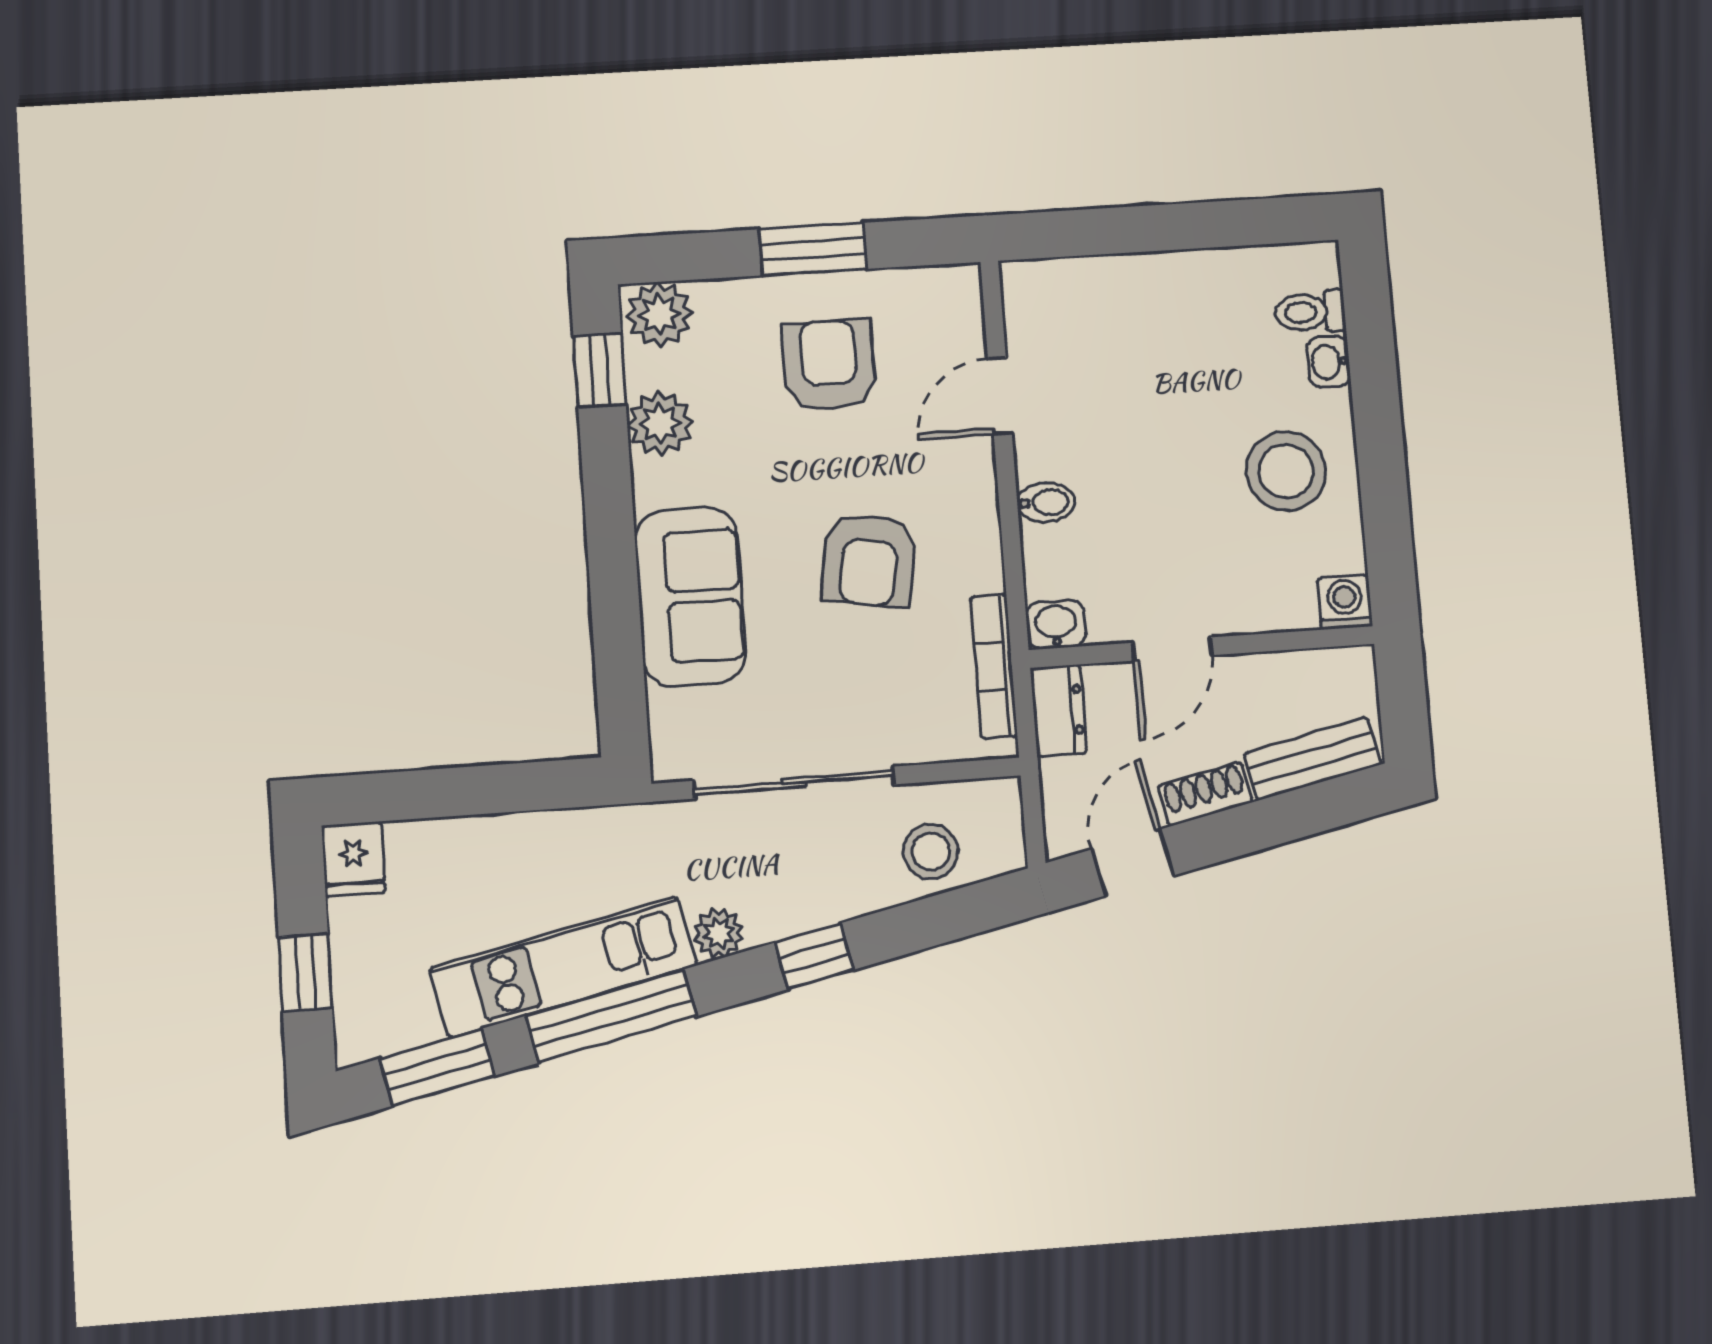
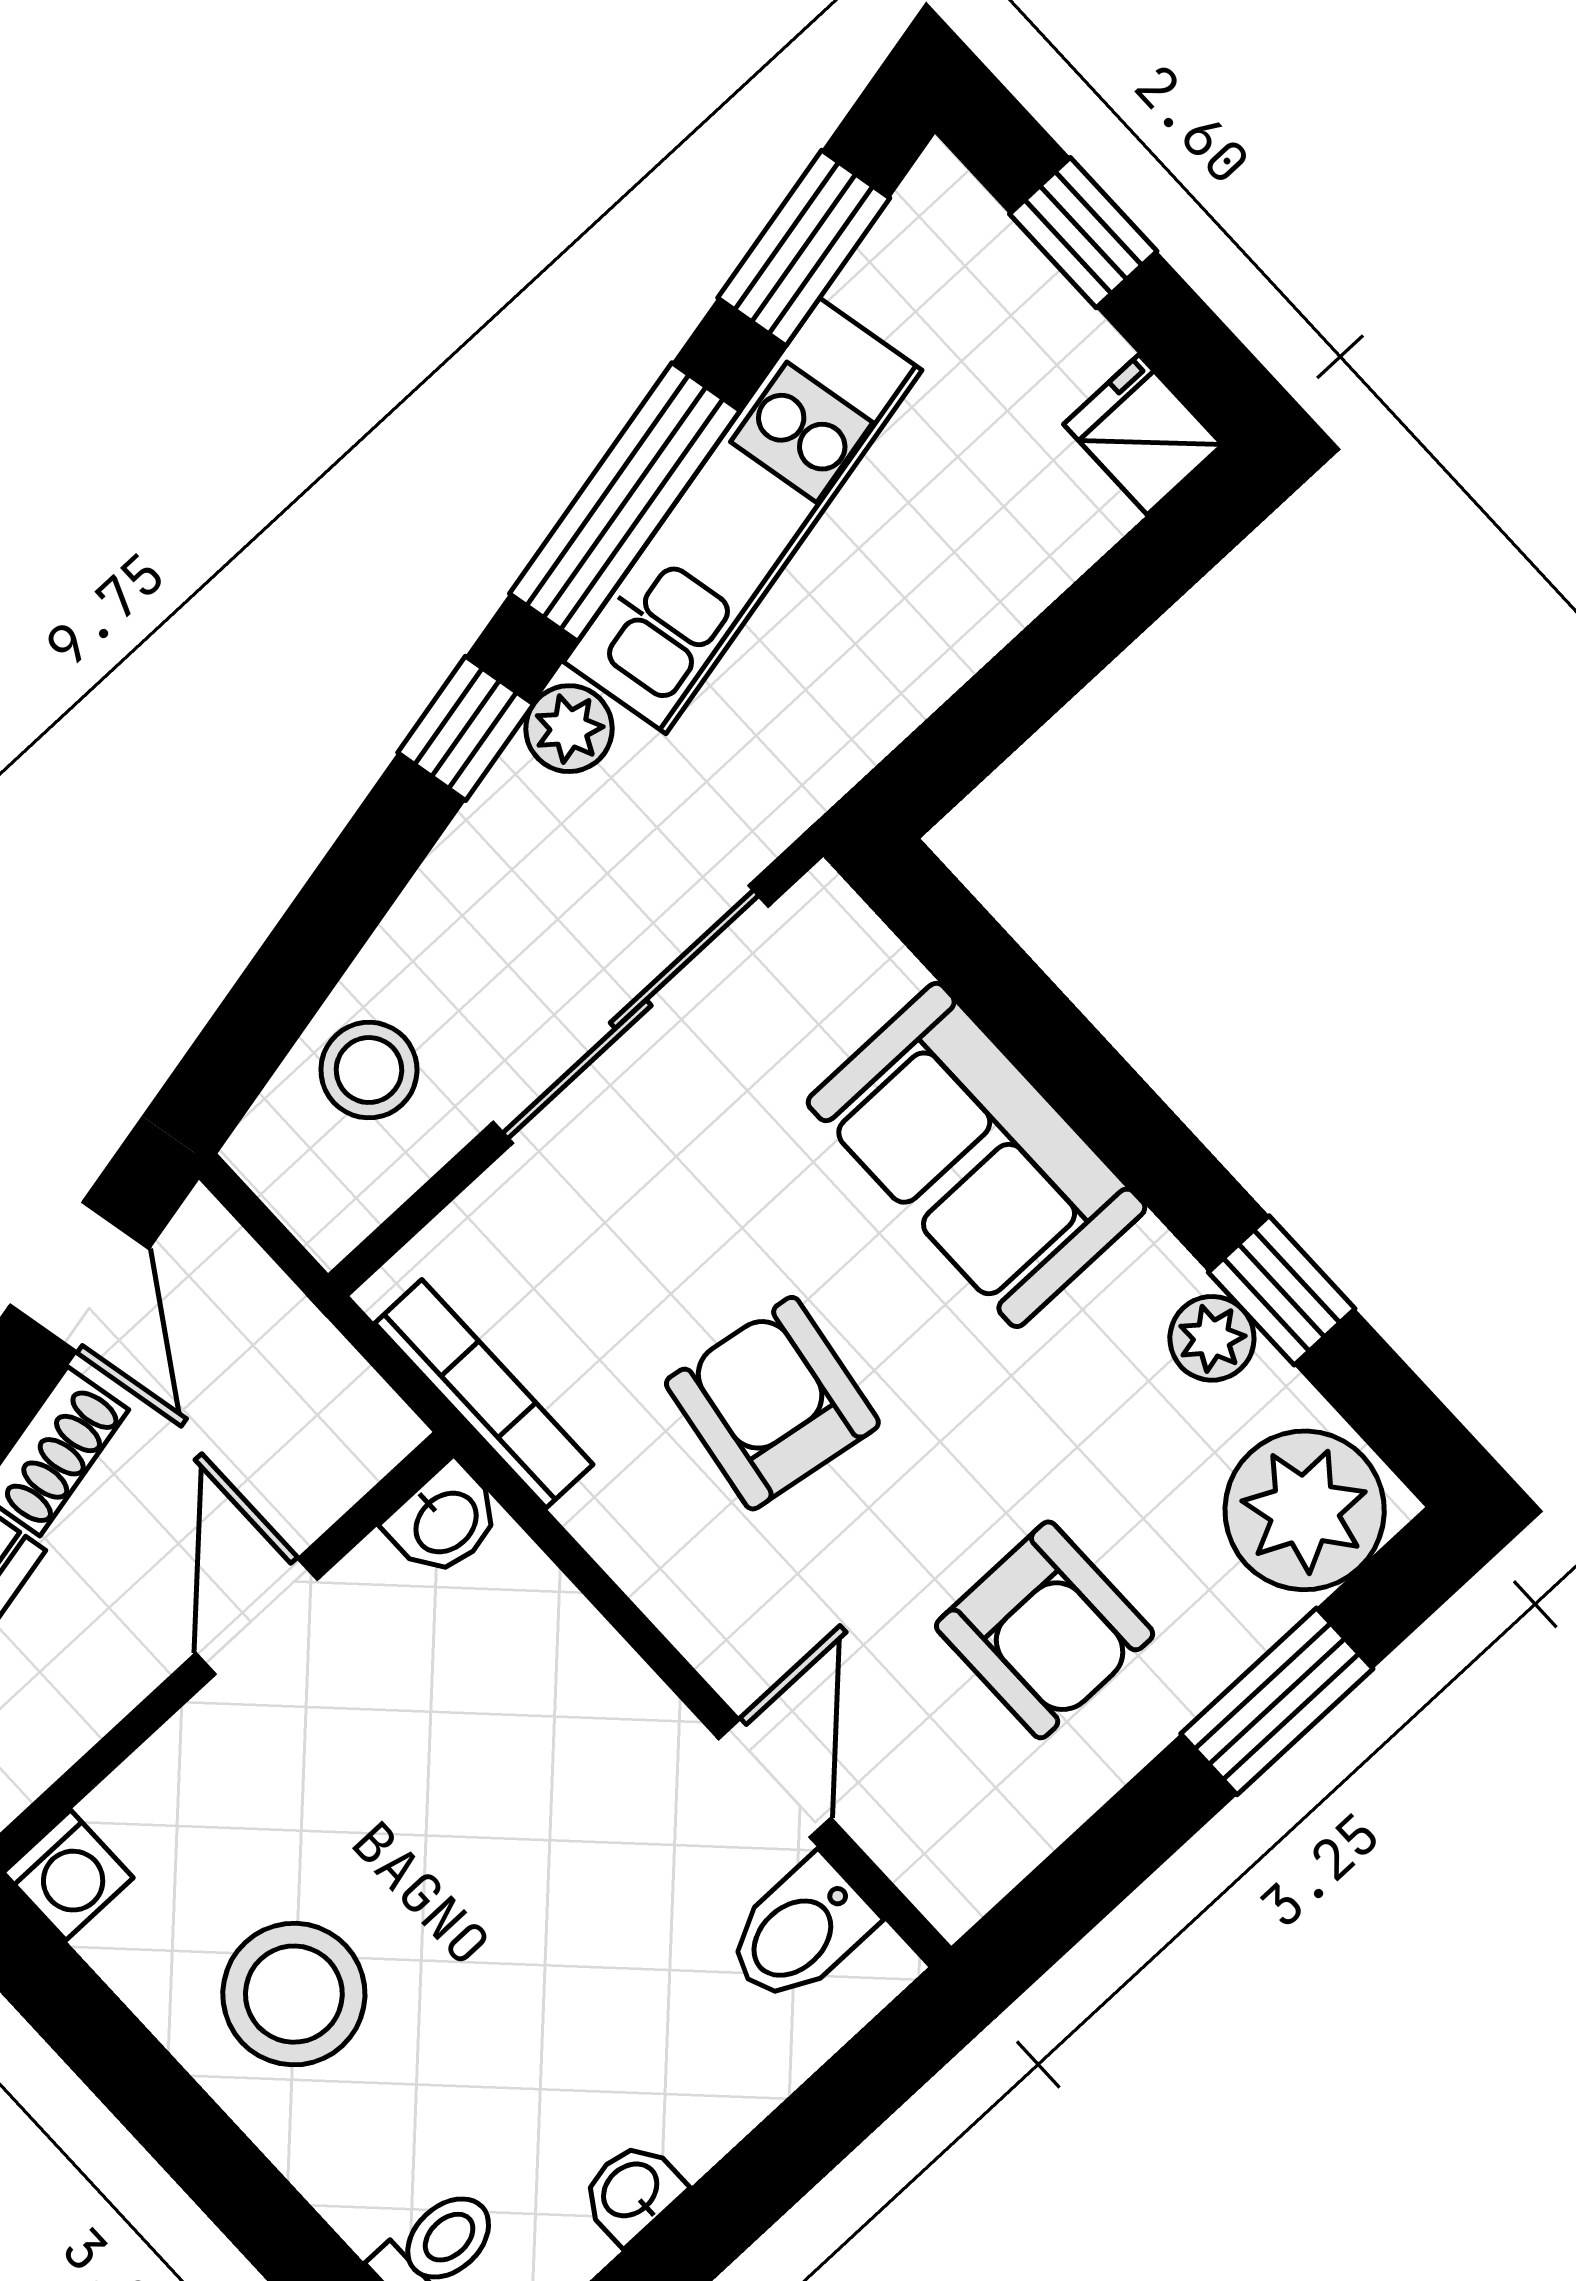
window: (813, 249) -> (1277, 1701), moved
plant: (659, 314) -> (1305, 1510), width x1.36, depth x1.36
washbasin: (1329, 362) -> (632, 2192), moved, turned -90
window: (600, 370) -> (1282, 1290), moved
plant: (660, 423) -> (1212, 1338), width x0.73, depth x0.73
bidet: (1046, 502) -> (800, 1931), moved, width x1.38, depth x1.36
dresser: (1059, 711) -> (347, 1404), removed
window: (814, 956) -> (466, 728), moved

